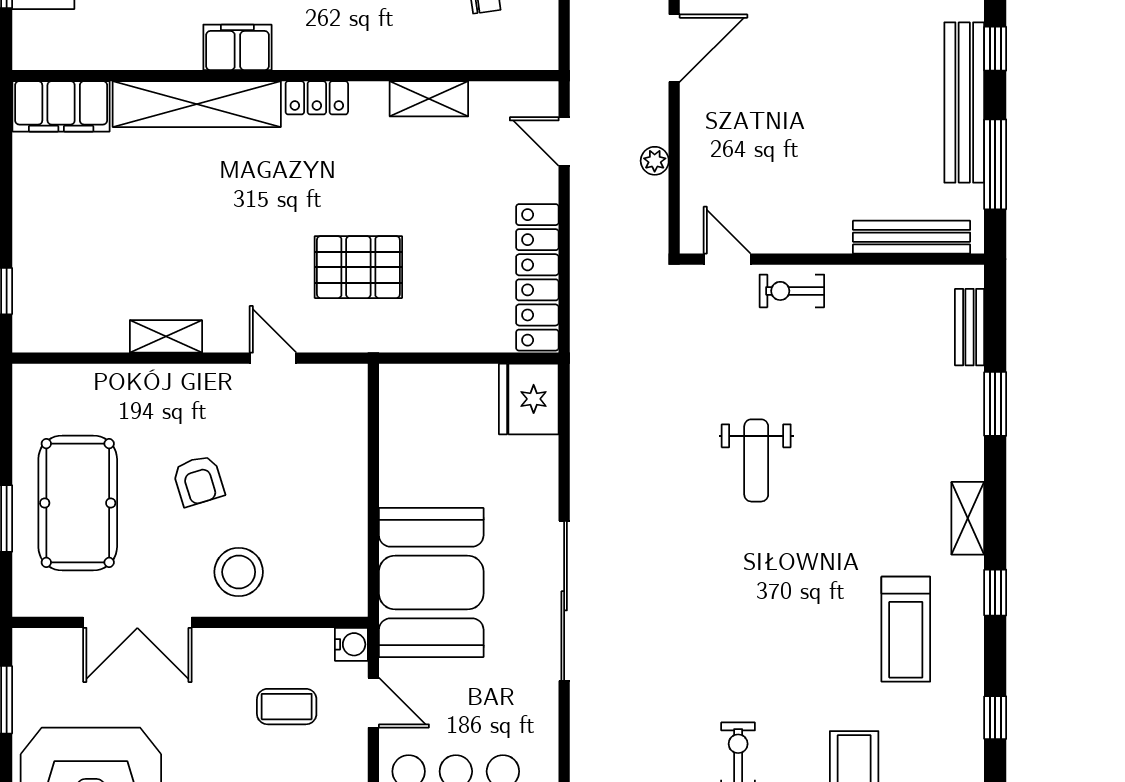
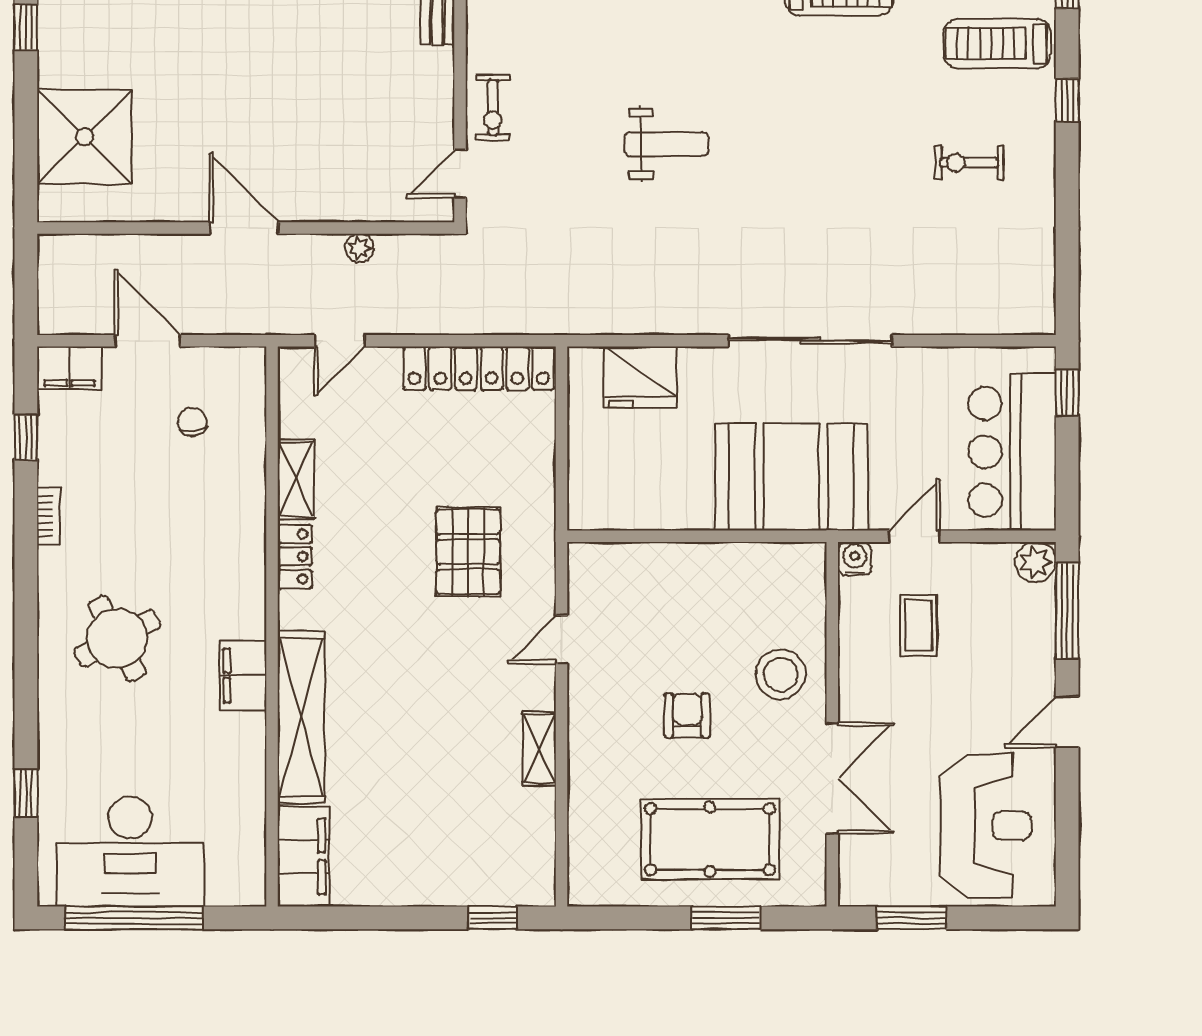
locker: (317, 98) -> (295, 556), moved
fridge: (529, 399) -> (640, 377), moved
armchair: (198, 481) -> (687, 716), turned -73

